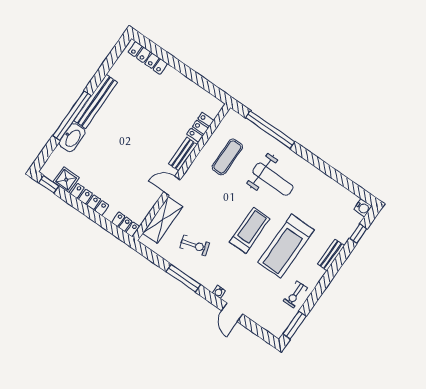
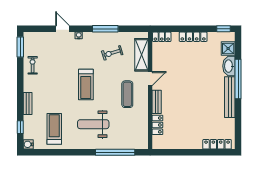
exercise mat: (227, 157) -> (127, 94), moved
shower: (66, 180) -> (228, 49), moved
treadmill: (286, 246) -> (54, 129), moved, width x0.73, depth x0.73

